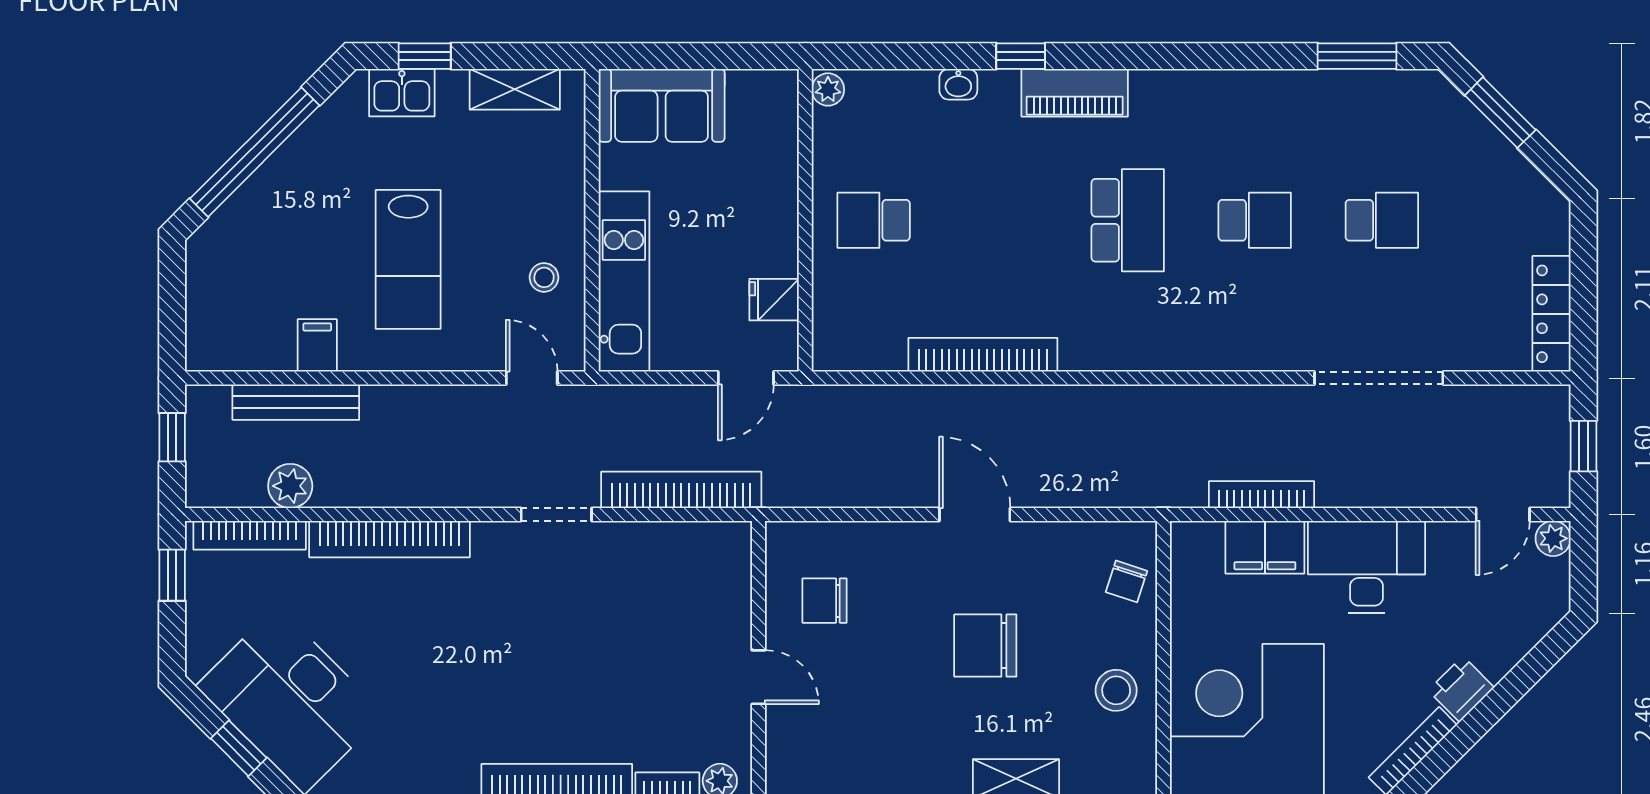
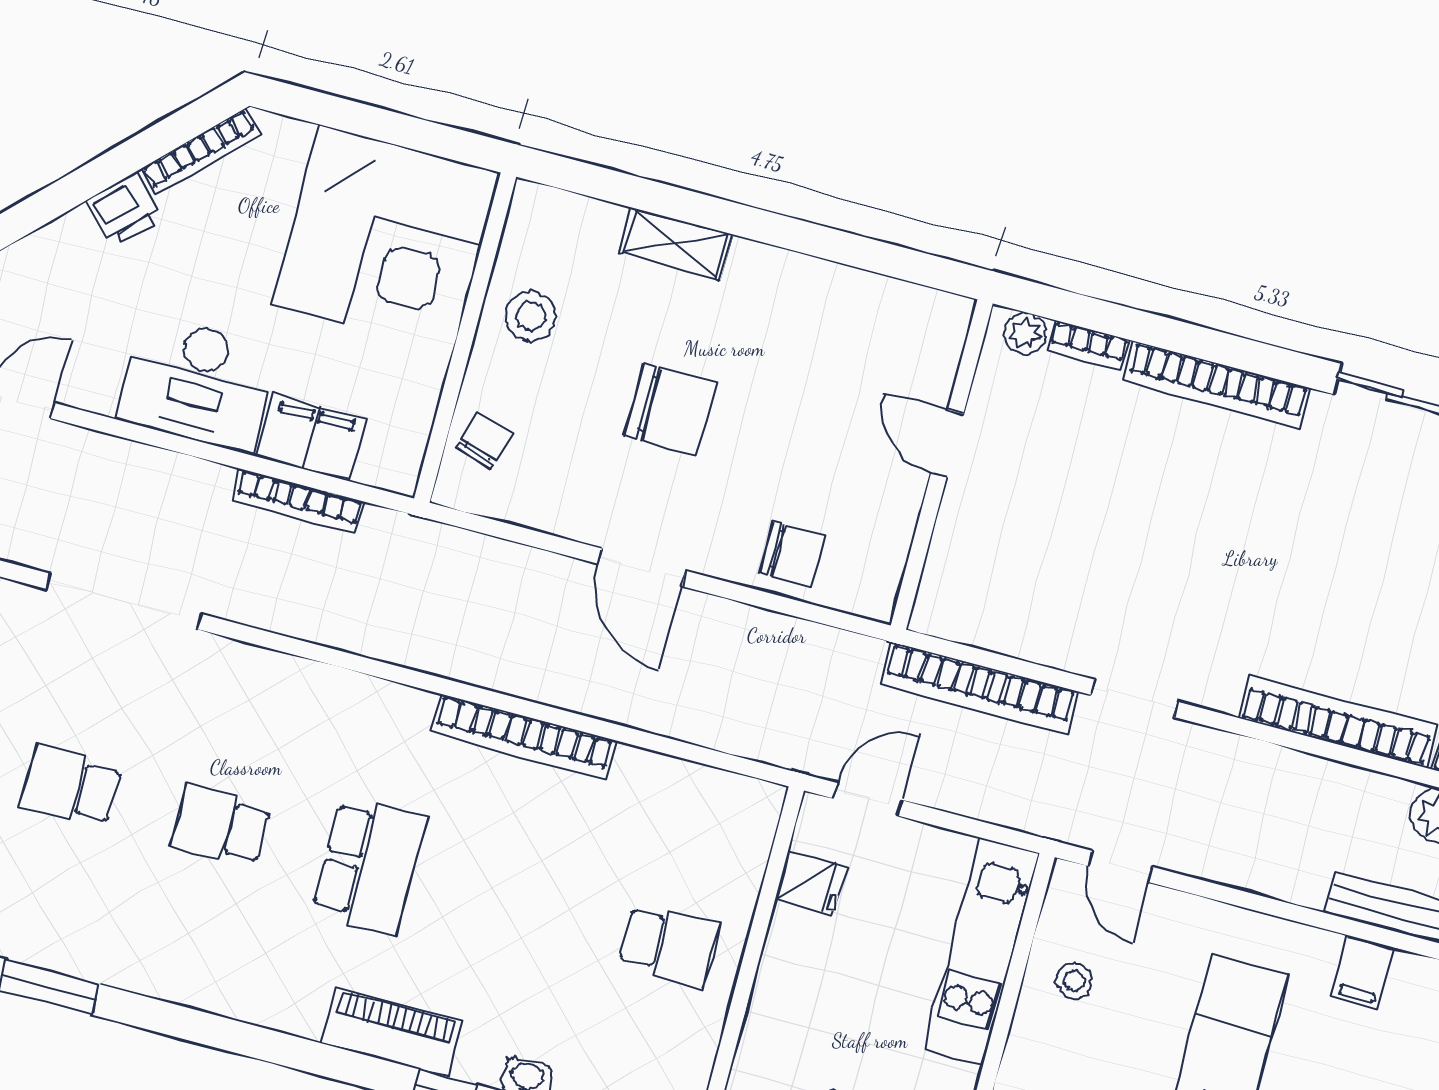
school desk: (1128, 220) -> (370, 866), turned 180
bookcase: (983, 355) -> (524, 737), moved
chair: (825, 601) -> (793, 554), moved

